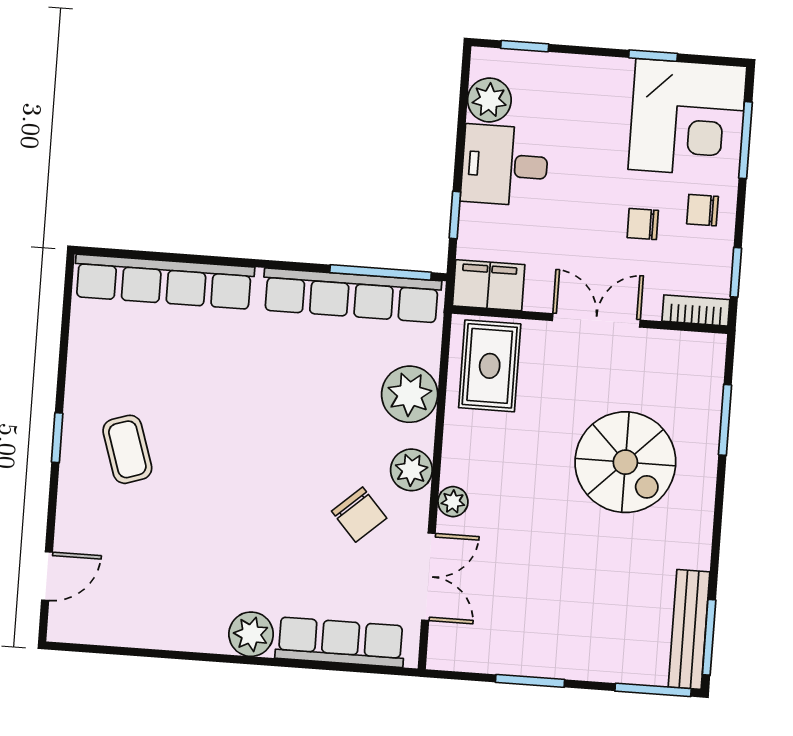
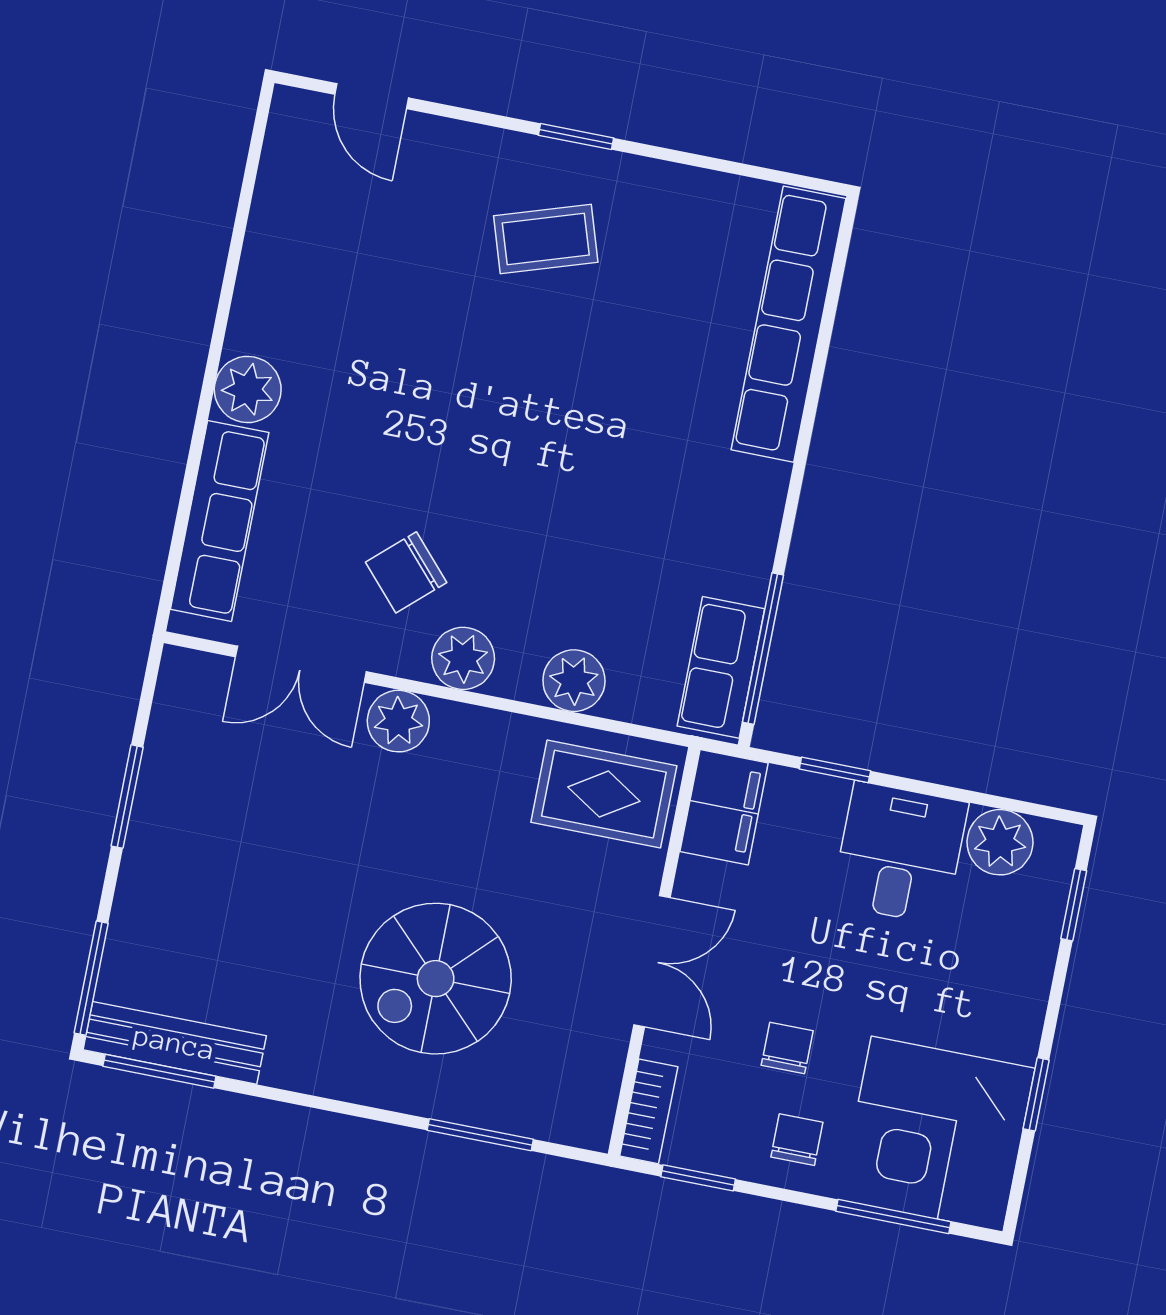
row of seats: (352, 295) -> (721, 667), width x0.50
plant: (410, 394) -> (574, 681), width x0.73, depth x0.73
plant: (453, 502) -> (398, 721), width x1.38, depth x1.38

